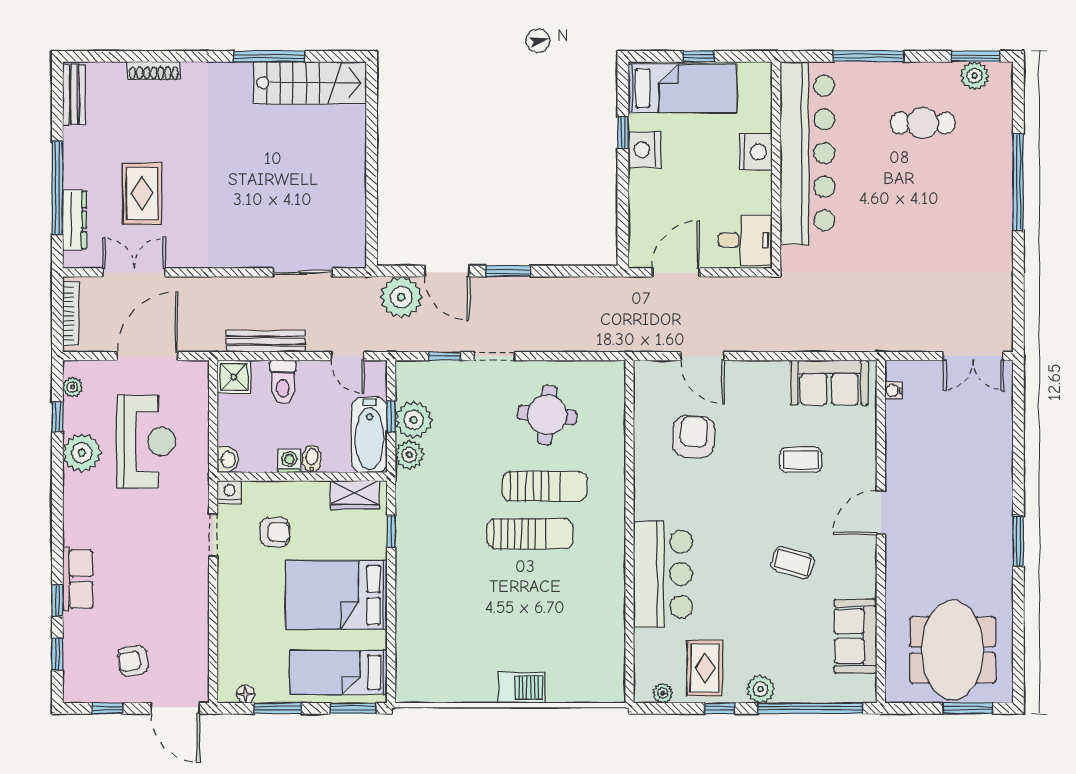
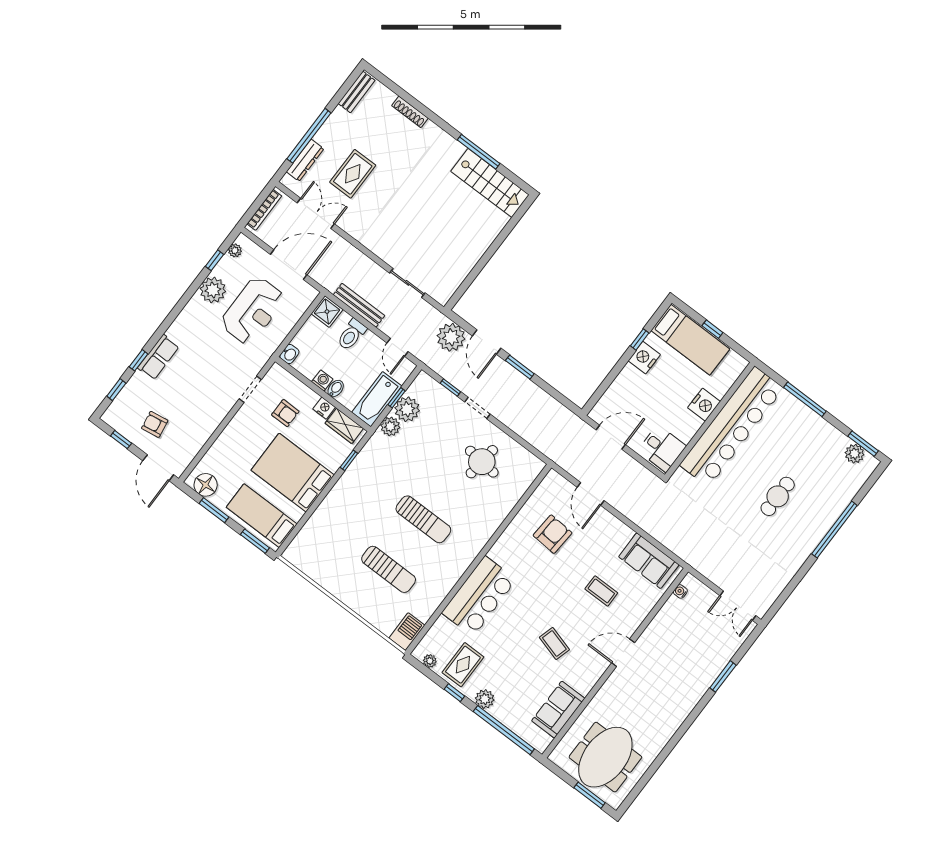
cafe table: (923, 123) -> (778, 496), moved, turned 90
sun lounger: (545, 486) -> (389, 569), moved
nightstand: (229, 492) -> (324, 408), moved
window: (1018, 541) -> (723, 676), moved
barbecue: (522, 688) -> (407, 632), moved, turned -90
floor lamp: (246, 694) -> (206, 485), width x1.89, depth x1.89

